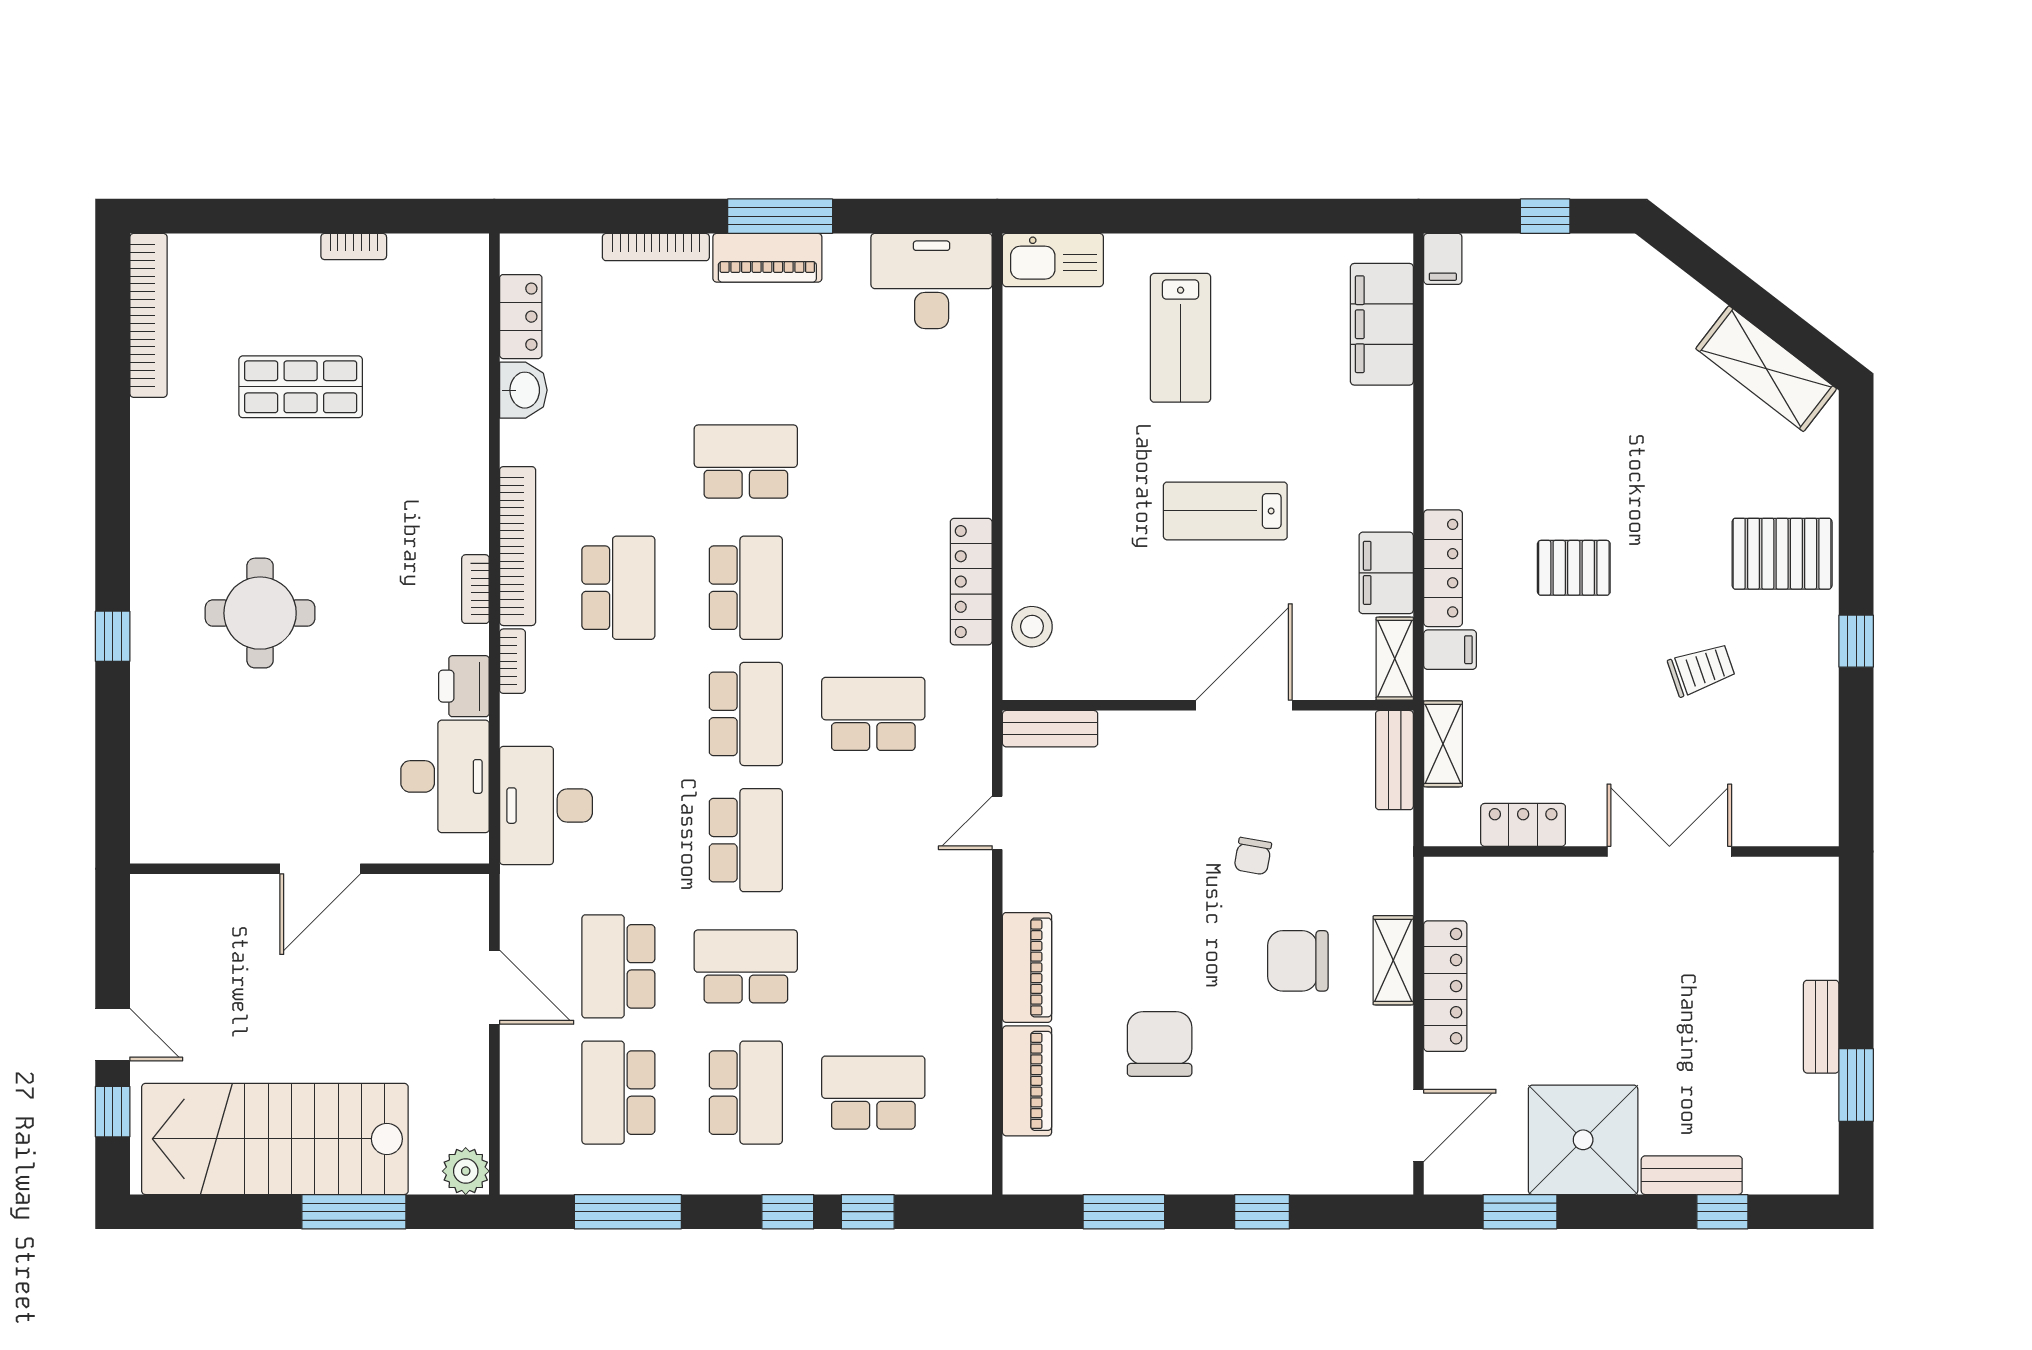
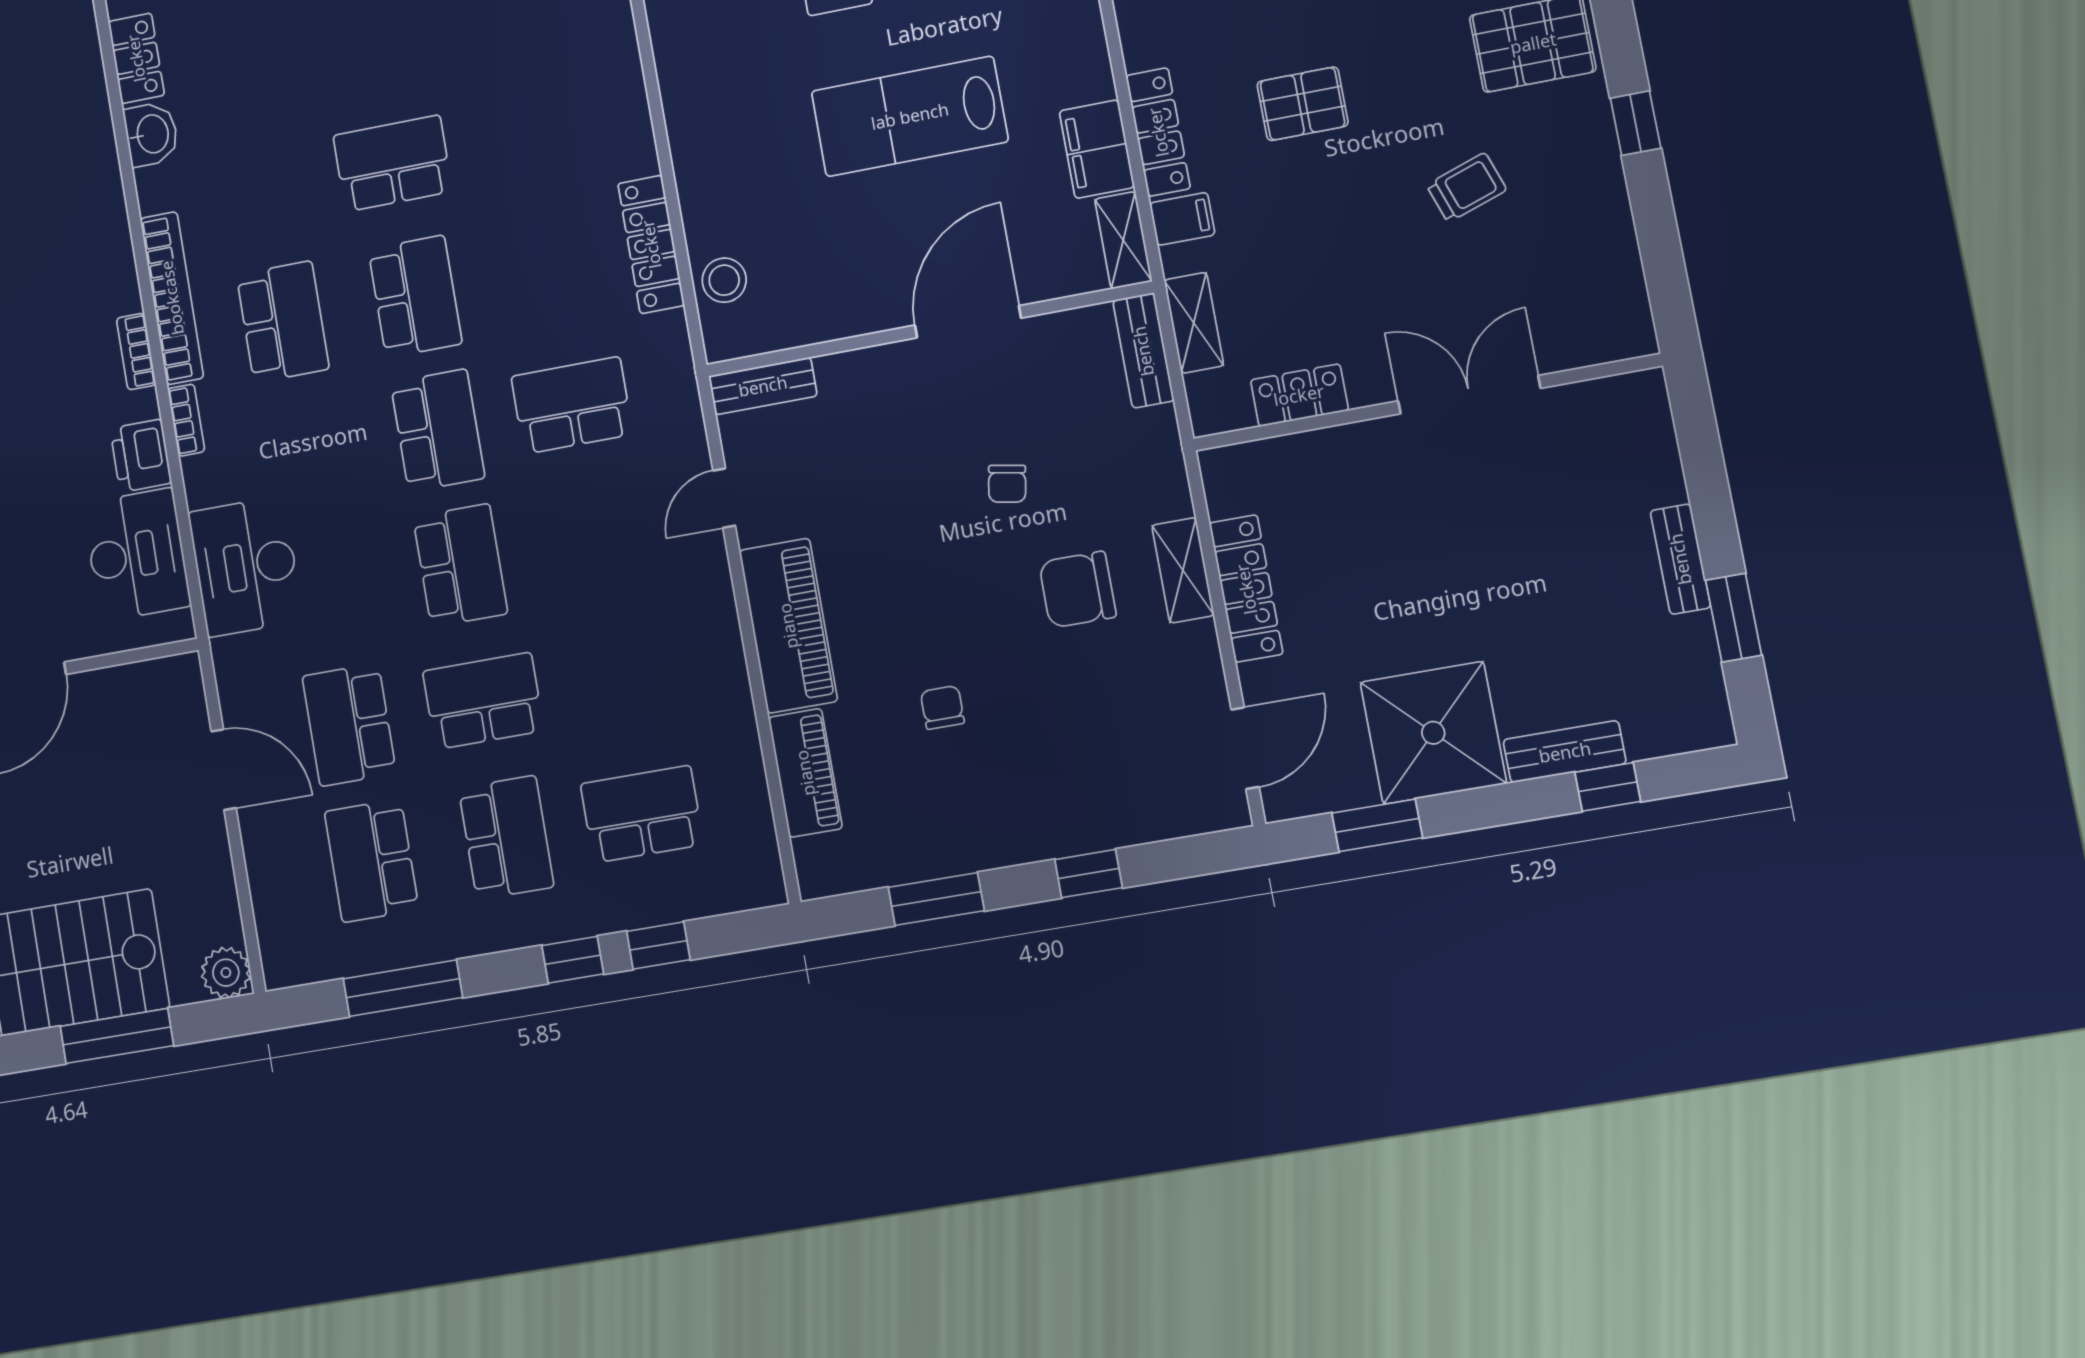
lab bench: (1225, 511) -> (910, 116), width x1.36, depth x1.39
piano: (1027, 967) -> (788, 626), width x1.37, depth x1.33
chair: (1160, 1044) -> (942, 707), width x0.54, depth x0.54

